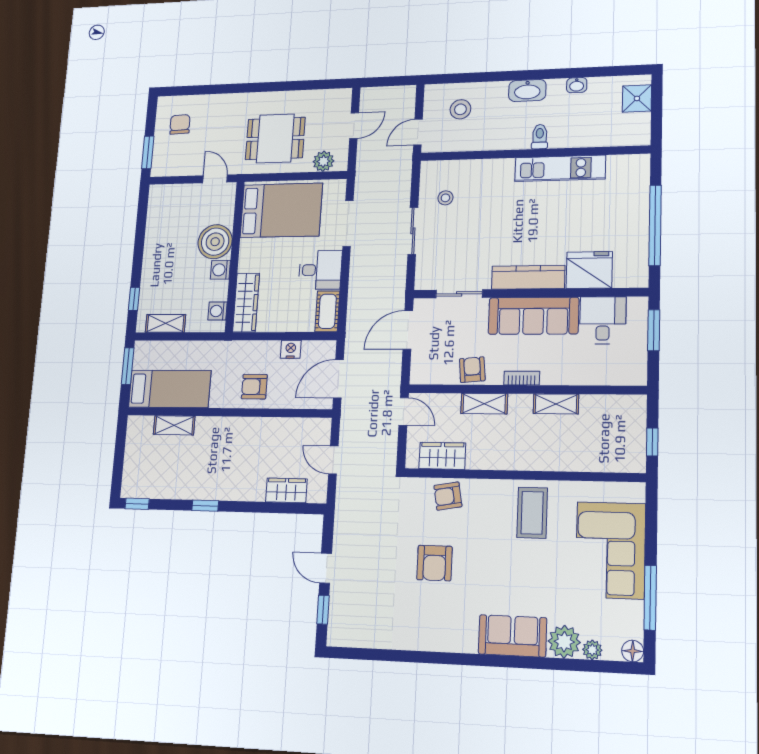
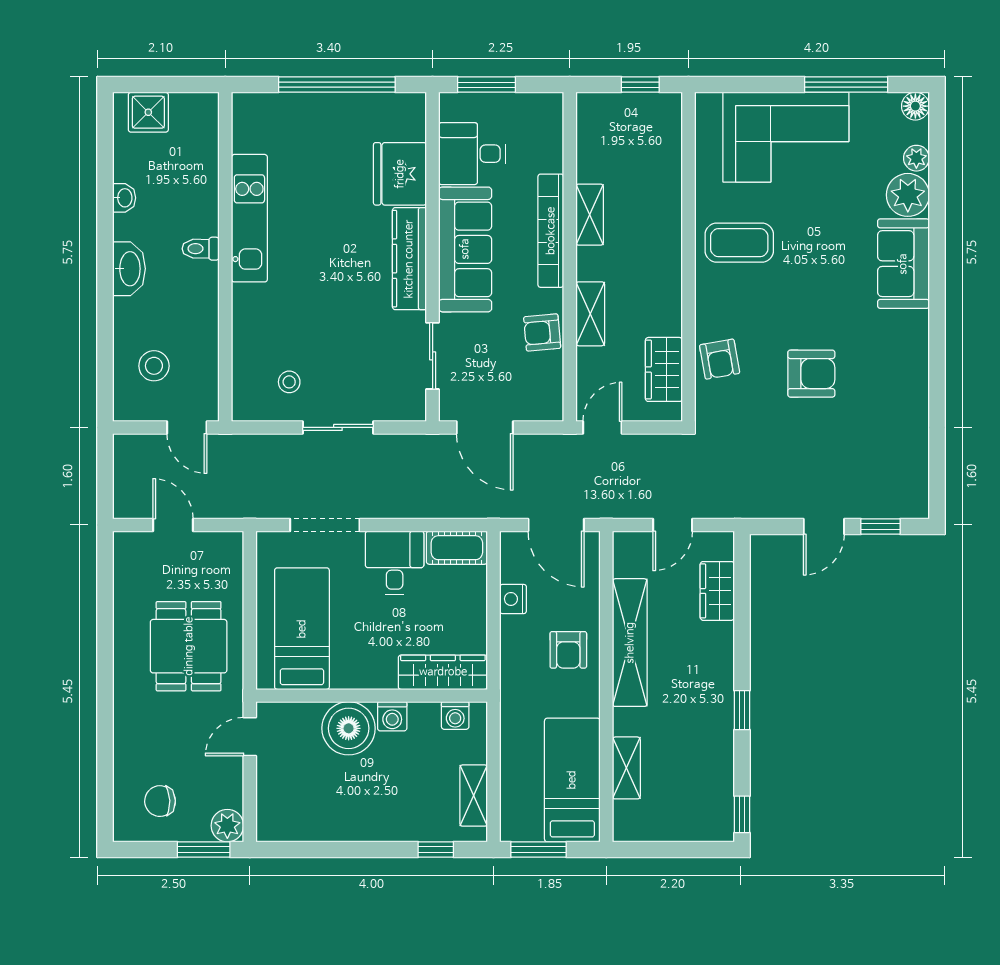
plant: (323, 161) -> (227, 826), moved
bed: (281, 210) -> (302, 629), width x0.67
bookcase: (522, 378) -> (551, 231), width x2.31, depth x1.31
shelving: (256, 429) -> (630, 643), added

